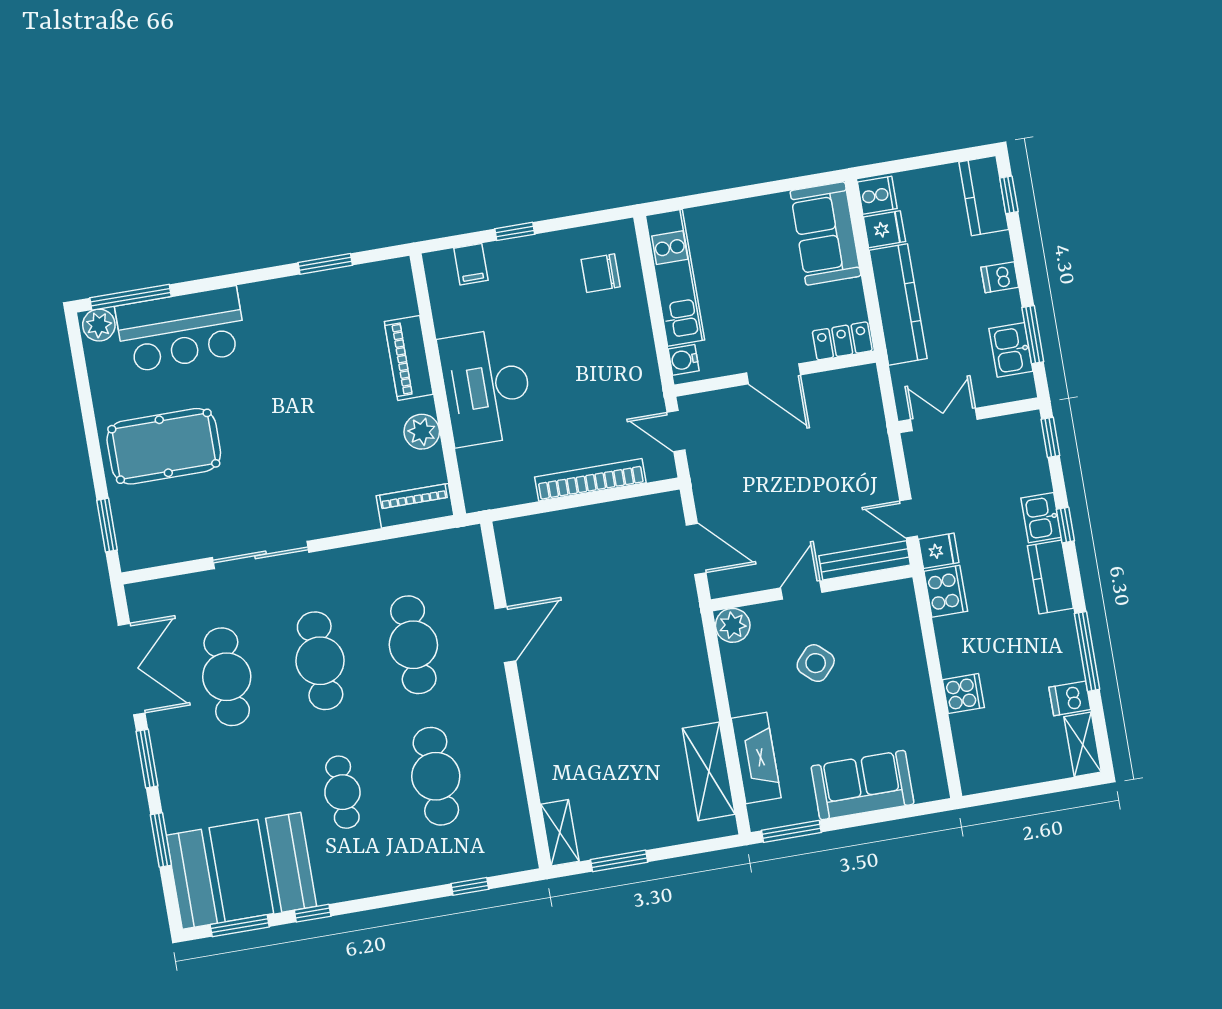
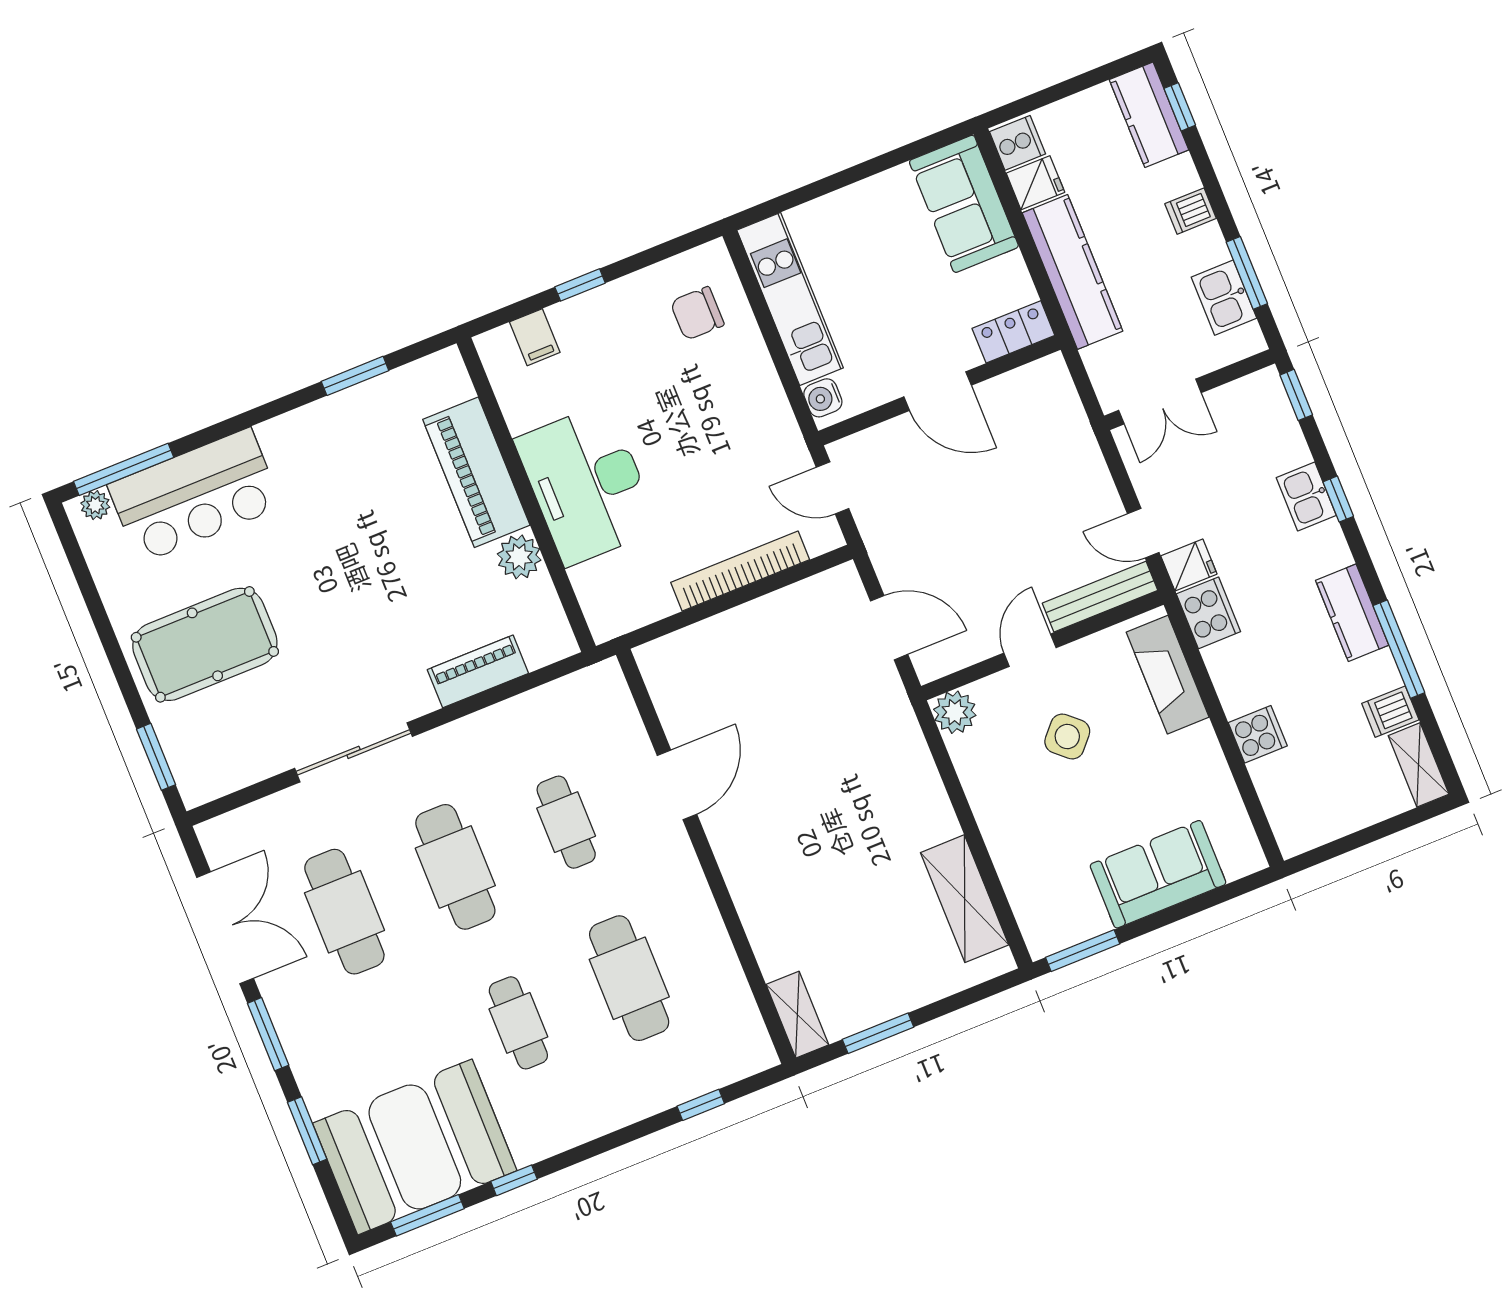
plant: (99, 325) -> (95, 505), width x0.73, depth x0.73
piano: (409, 358) -> (476, 472), width x1.37, depth x1.33
double door: (944, 419) -> (1160, 401), swing flipped
piano: (415, 506) -> (478, 671), moved
kitchen counter: (1050, 577) -> (1352, 613), moved
cafe table: (413, 645) -> (566, 822), width x0.73, depth x0.74
fireplace: (756, 758) -> (1168, 675), moved, turned 180

